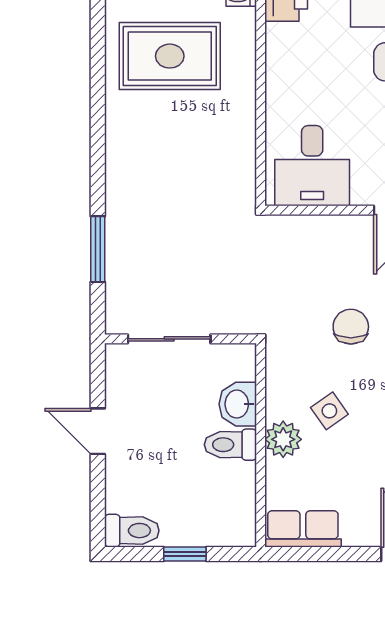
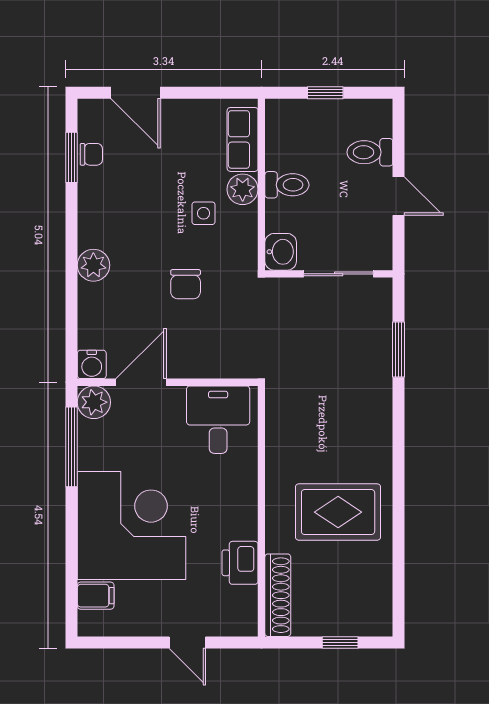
washbasin: (238, 404) -> (281, 252), moved
side table: (329, 411) -> (204, 213), turned 35
row of seats: (303, 529) -> (243, 139), moved, turned 90
toilet: (132, 531) -> (370, 152), moved

